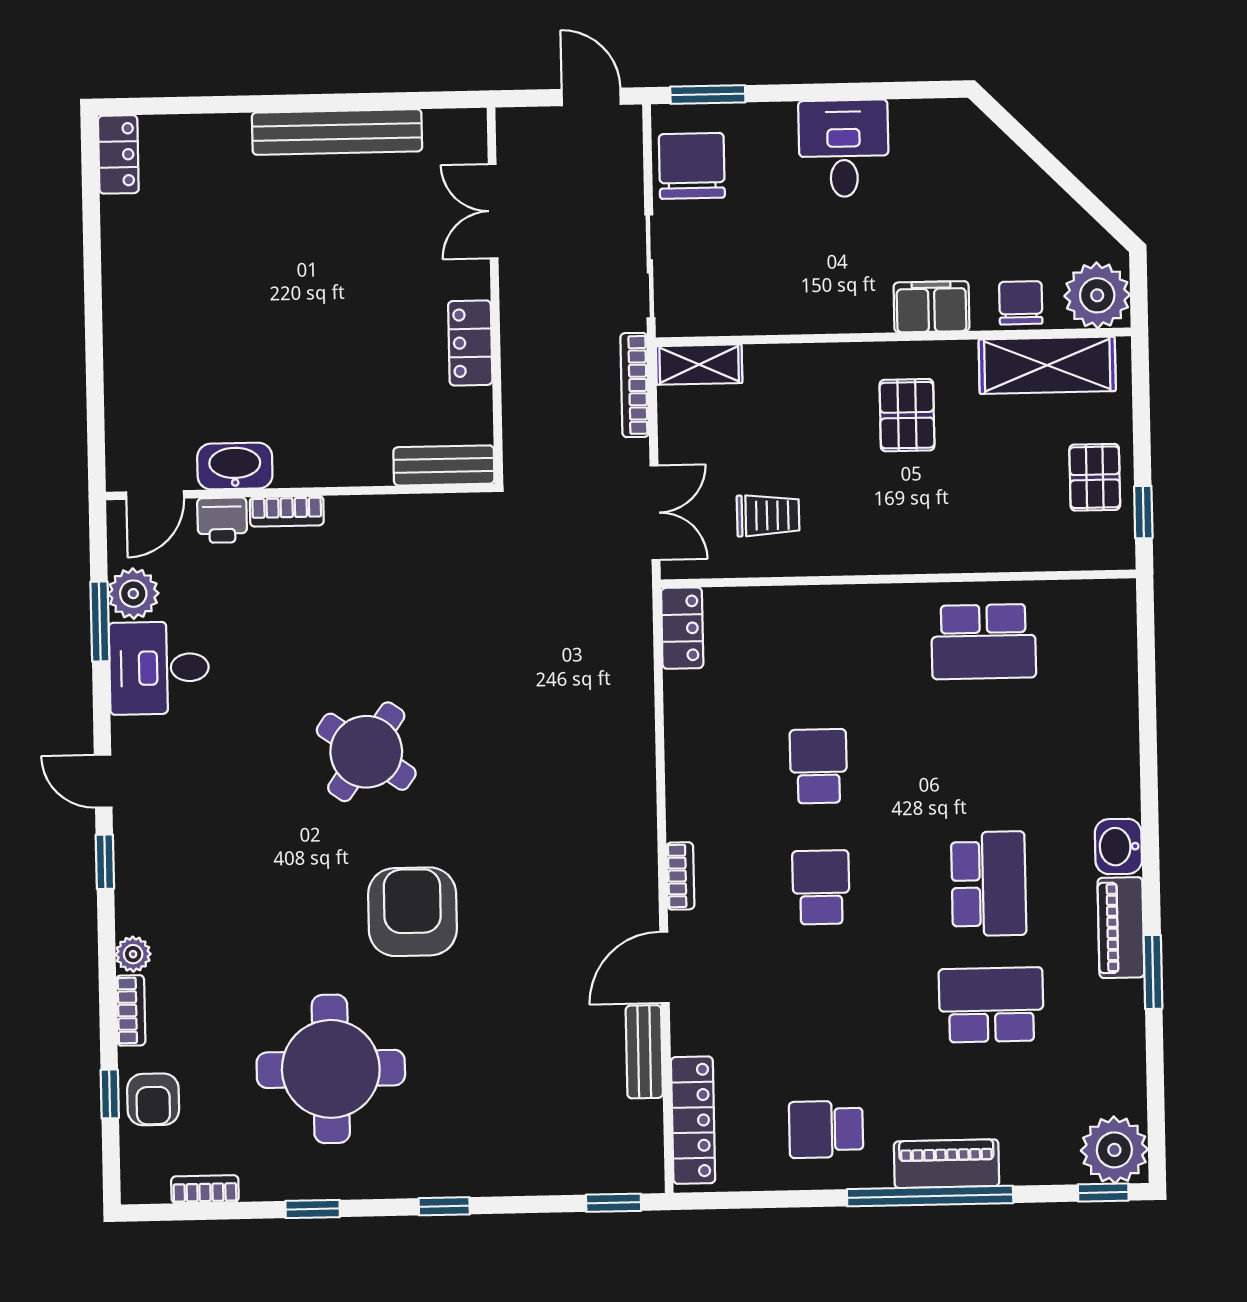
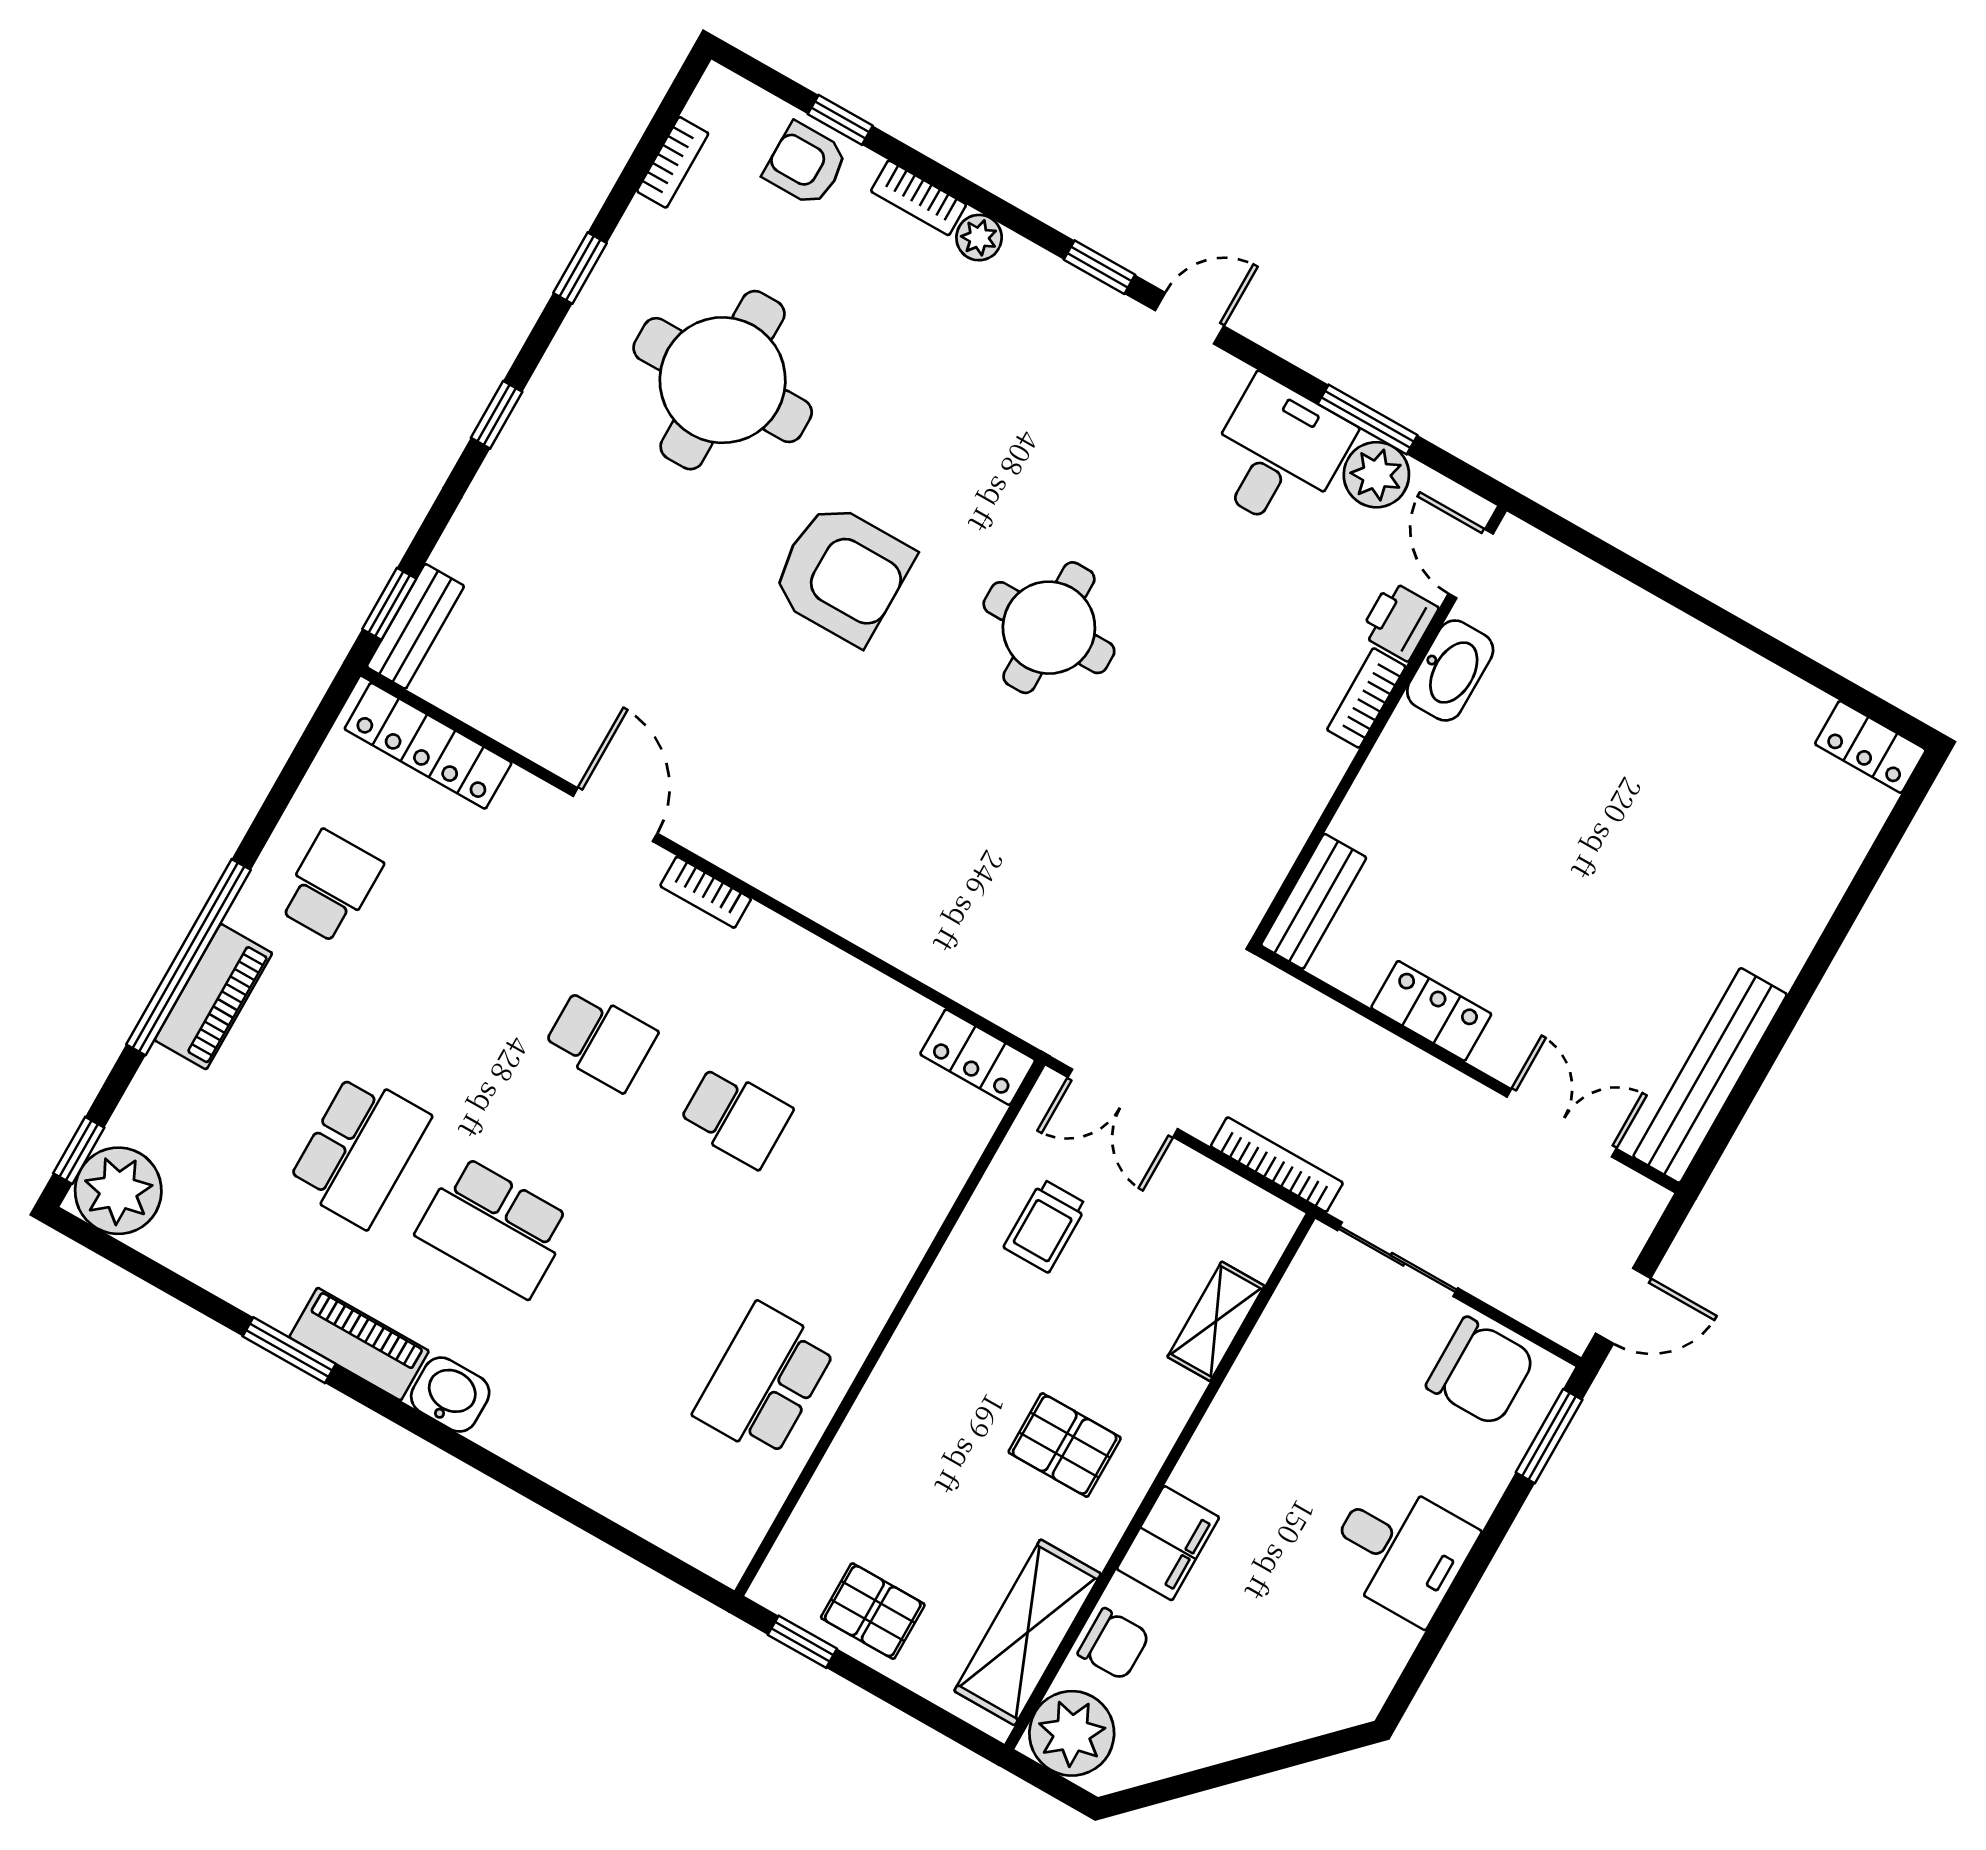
bench: (337, 132) -> (1710, 1075), moved
shelving: (699, 365) -> (1216, 1321), moved
round table: (366, 752) -> (1049, 628), turned -35
bench: (644, 1052) -> (415, 626), moved, turned 90

